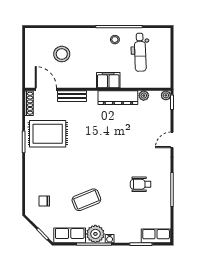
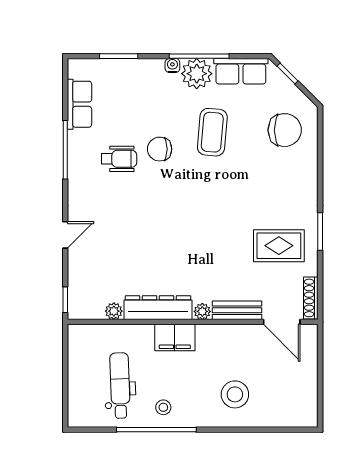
stool: (62, 54) -> (235, 394), moved
plant: (166, 95) -> (202, 311), moved
rug: (48, 134) -> (279, 246), width x0.73, depth x0.70
chair: (117, 190) -> (160, 149), added
coffee table: (86, 200) -> (212, 132), turned -63
chair: (44, 201) -> (285, 130), width x1.87, depth x1.87
row of seats: (156, 236) -> (80, 104), moved, turned -90

